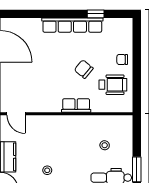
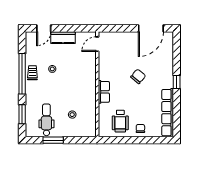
window: (96, 14) -> (177, 82), moved
row of seats: (72, 25) -> (168, 113), moved
chair: (84, 69) -> (138, 76), moved

